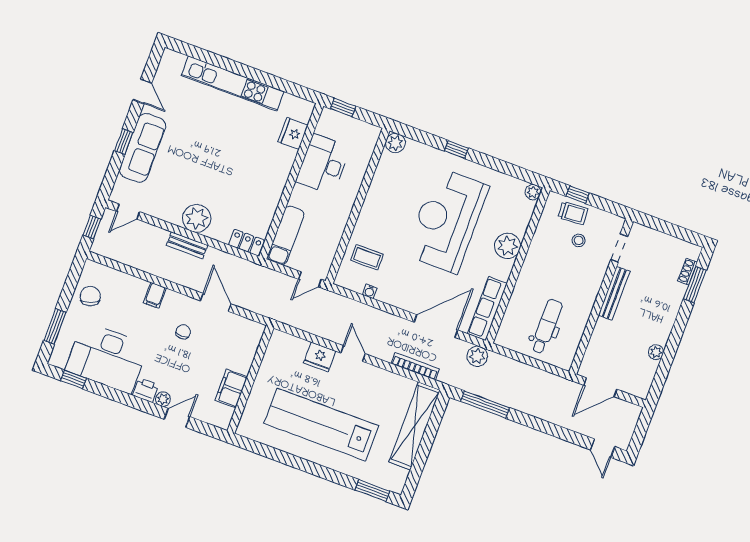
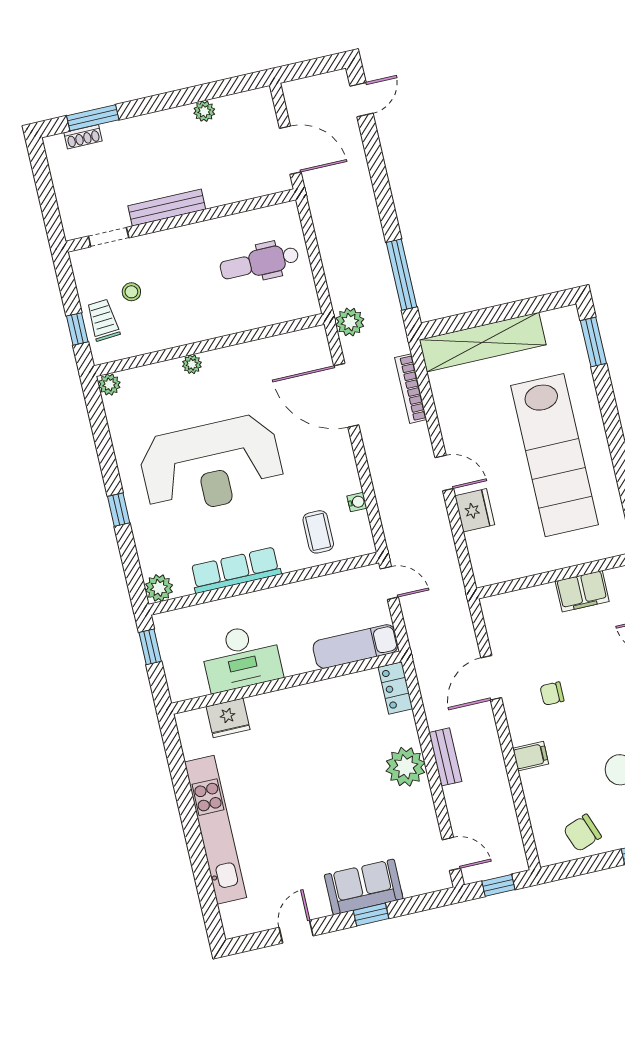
window: (343, 107) -> (150, 647), moved
sofa: (143, 148) -> (364, 887), width x0.73
plant: (508, 246) -> (192, 364), width x0.53, depth x0.53
row of seats: (487, 309) -> (236, 570), moved, turned 180
door: (353, 353) -> (444, 473), swing flipped

